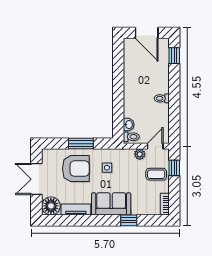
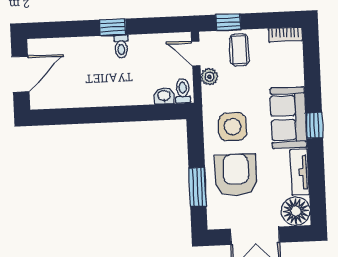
window: (174, 56) -> (113, 27), moved
window: (81, 144) -> (198, 187), moved
side table: (107, 168) -> (233, 127), width x1.87, depth x1.87
window: (129, 220) -> (314, 125), moved

